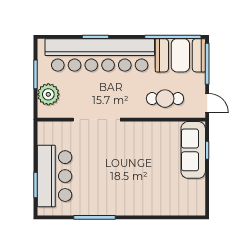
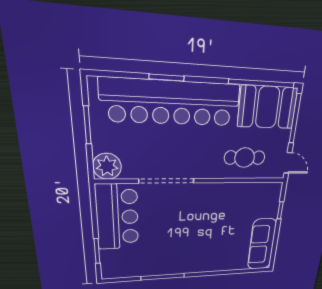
plant: (48, 94) -> (107, 166), moved
sofa: (193, 150) -> (262, 244), moved
bar counter: (55, 176) -> (117, 217), moved

